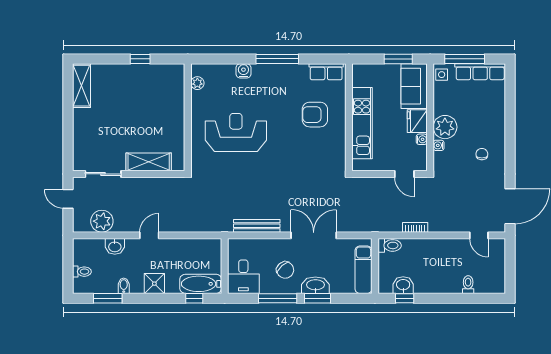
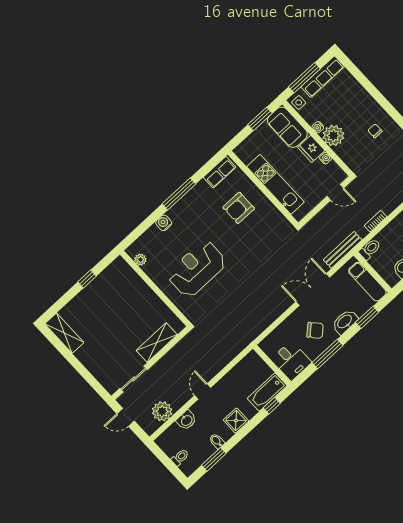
water cooler: (439, 145) -> (318, 127), moved
bench: (257, 226) -> (343, 250), moved
window: (317, 298) -> (367, 317), moved

